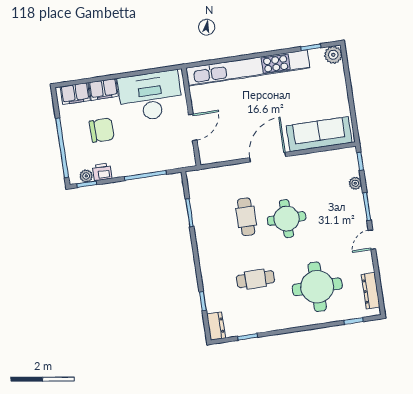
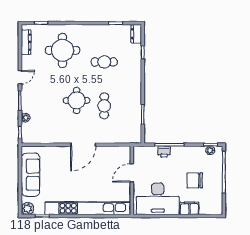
filing cabinet: (75, 94) -> (209, 208), removed
sofa: (319, 134) -> (31, 175), moved, turned -90
printer: (102, 172) -> (164, 152), moved

